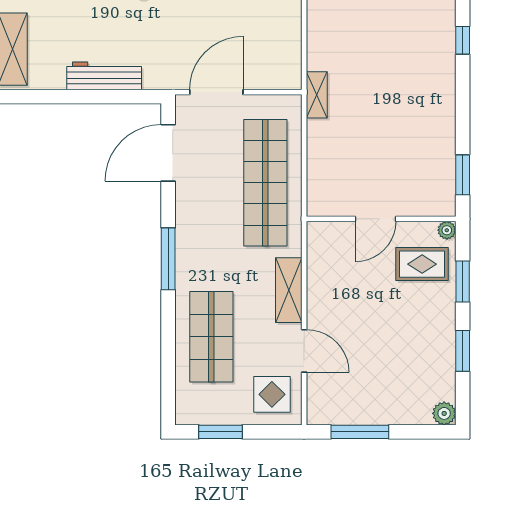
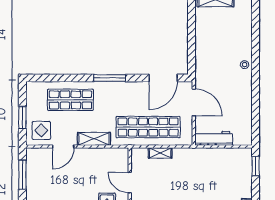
workbench: (104, 76) -> (214, 138), moved, turned -90
shelving: (317, 95) -> (160, 153), moved
door: (168, 153) -> (163, 78), swing flipped
window: (220, 432) -> (22, 118), moved

